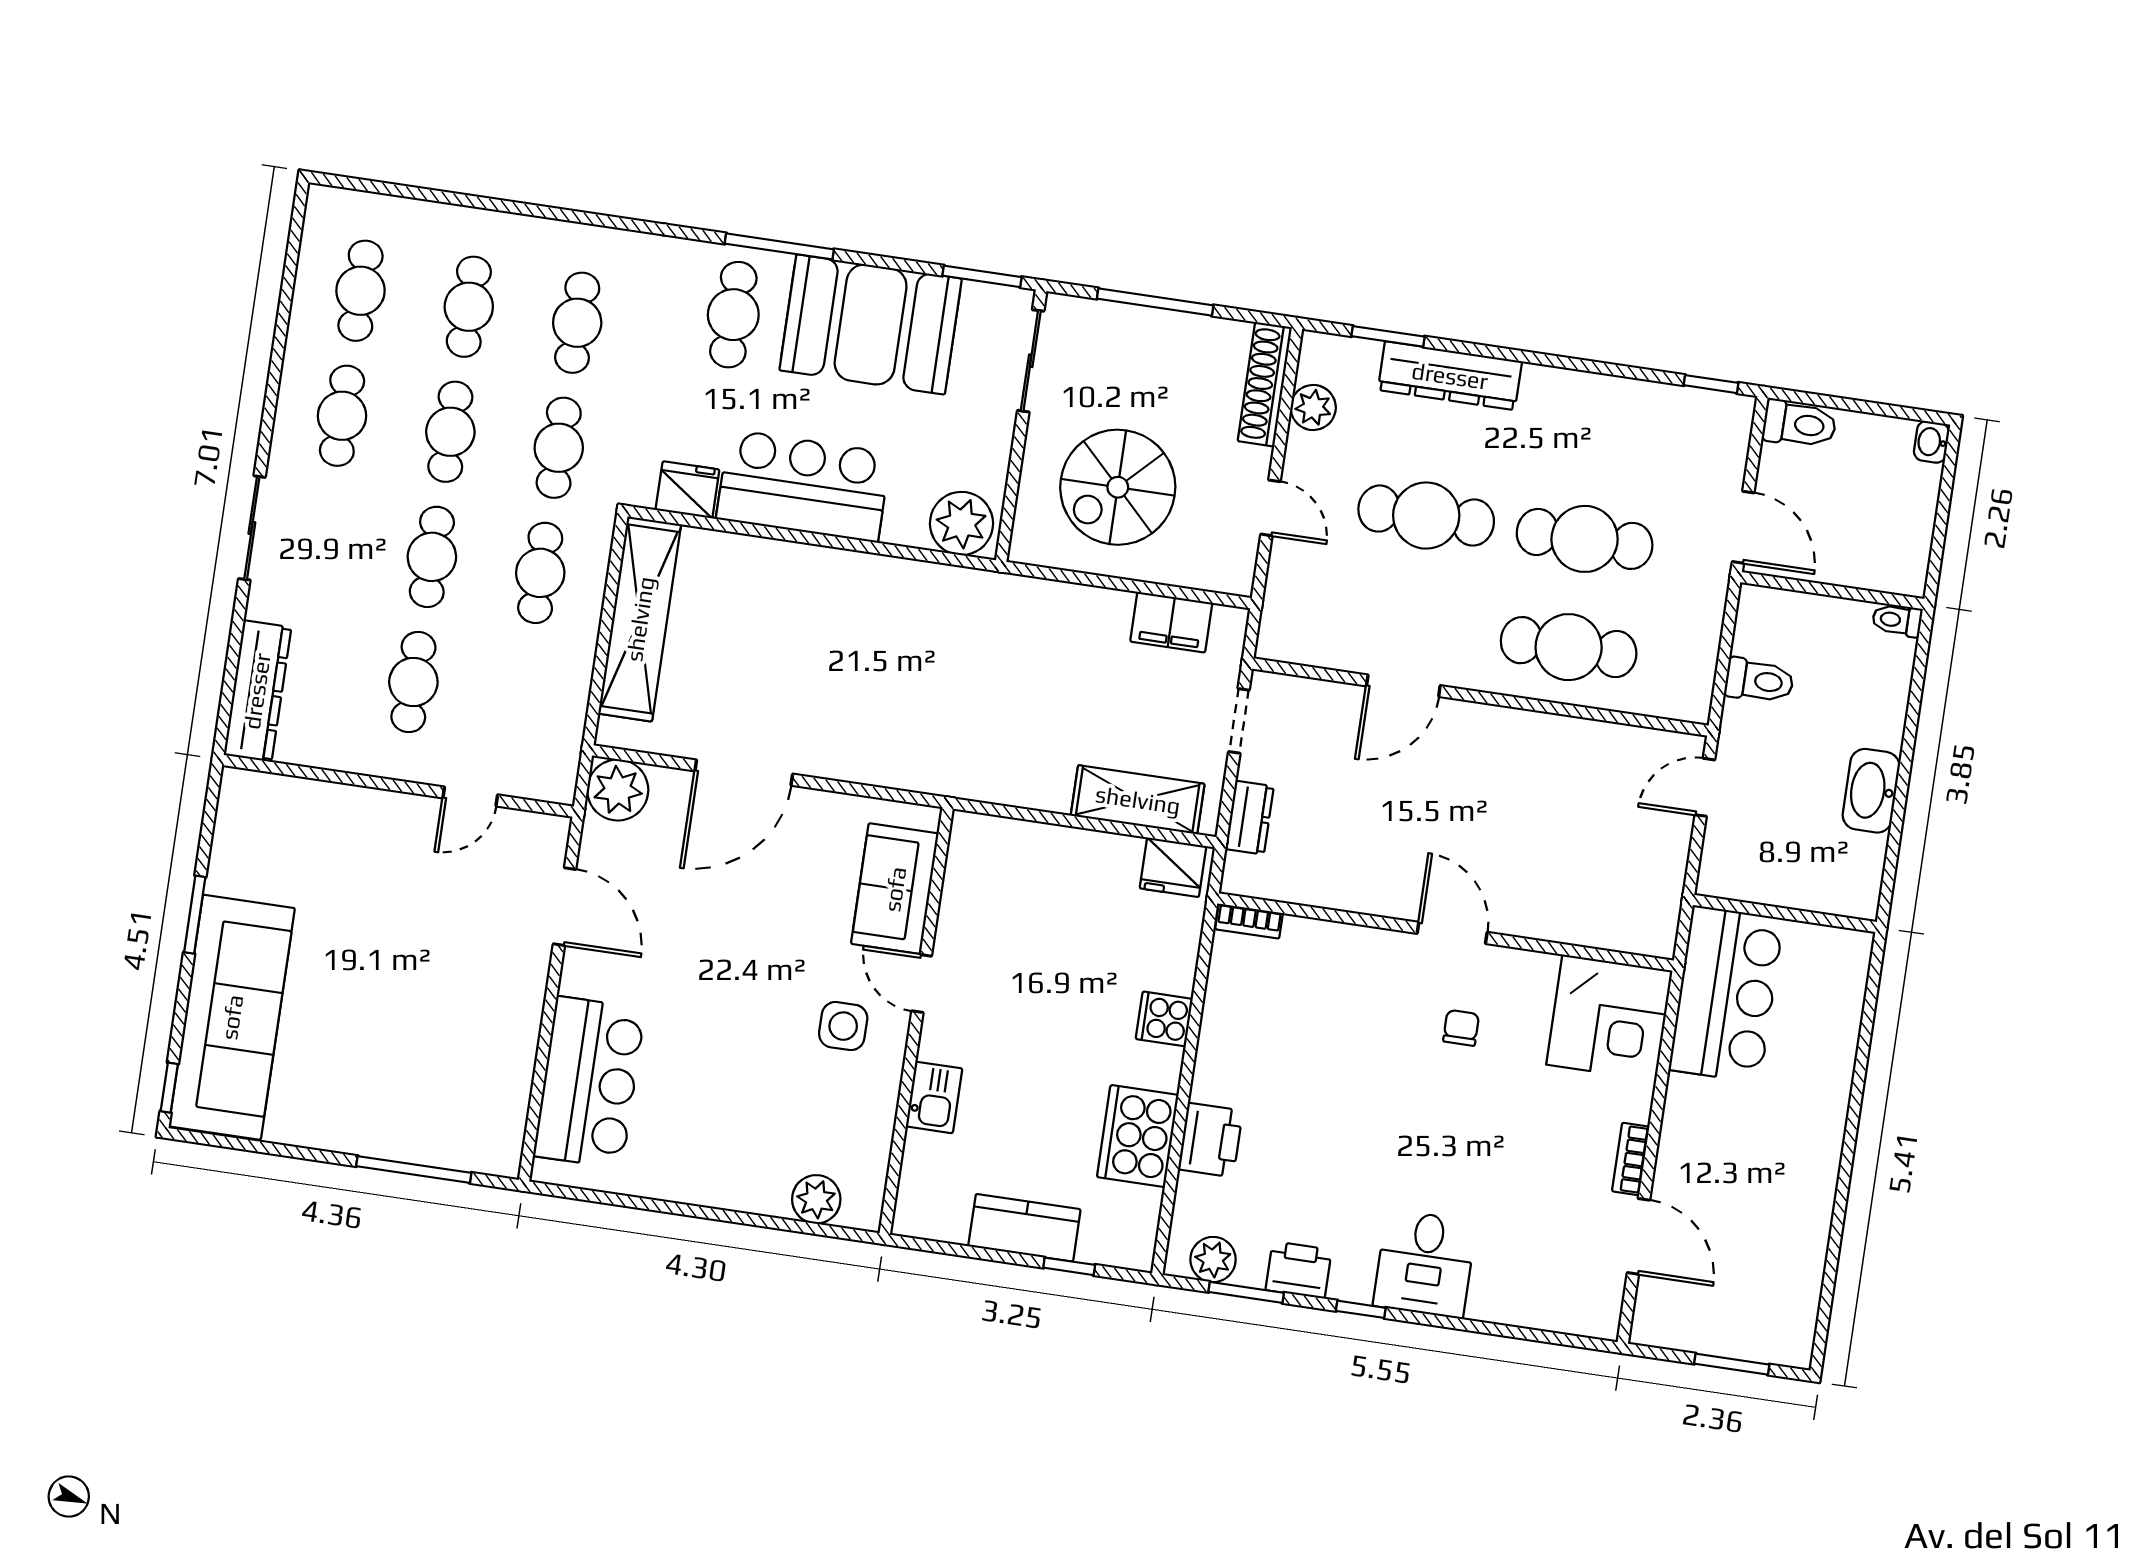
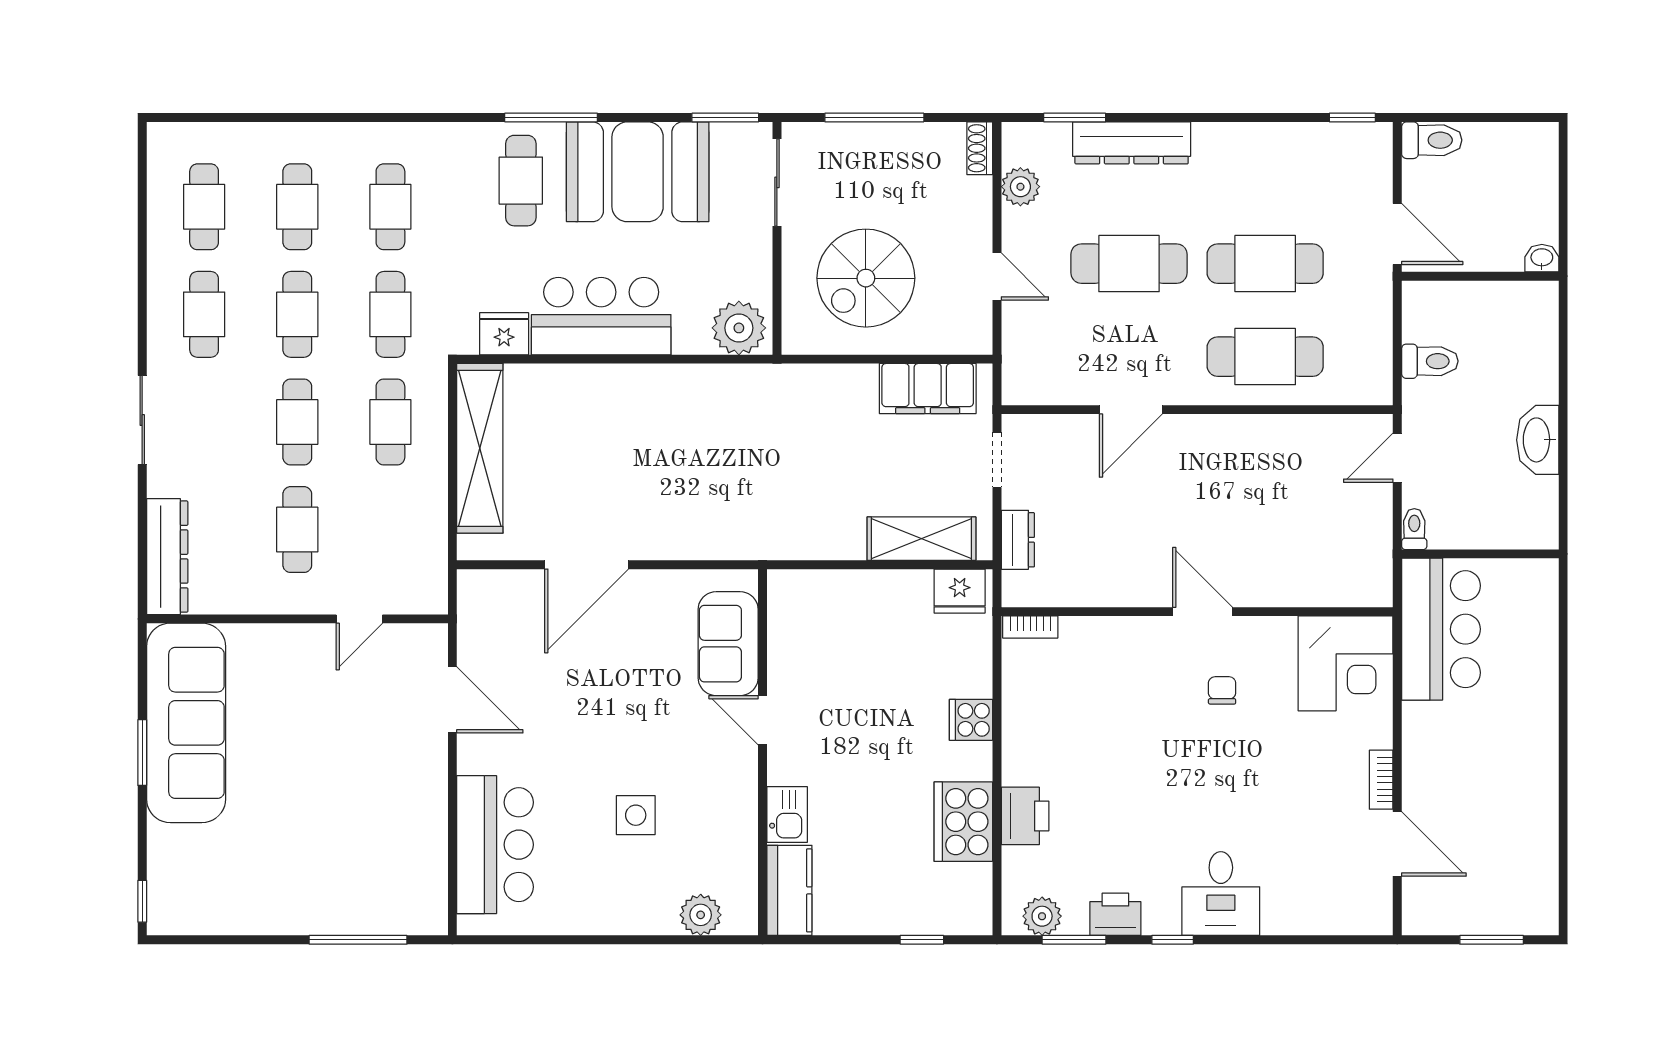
shoe rack: (1265, 384) -> (980, 148), width x0.51, depth x0.81
washbasin: (1931, 442) -> (1542, 258), moved, turned 90
toilet: (1897, 620) -> (1414, 529), moved, turned 90
filing cabinet: (1171, 622) -> (928, 389), width x1.50, depth x1.17
plant: (618, 790) -> (483, 595), removed
sofa: (232, 1017) -> (186, 723), moved
side table: (843, 1026) -> (636, 815), moved
kitchen counter: (1024, 1228) -> (789, 890), moved, turned 90

